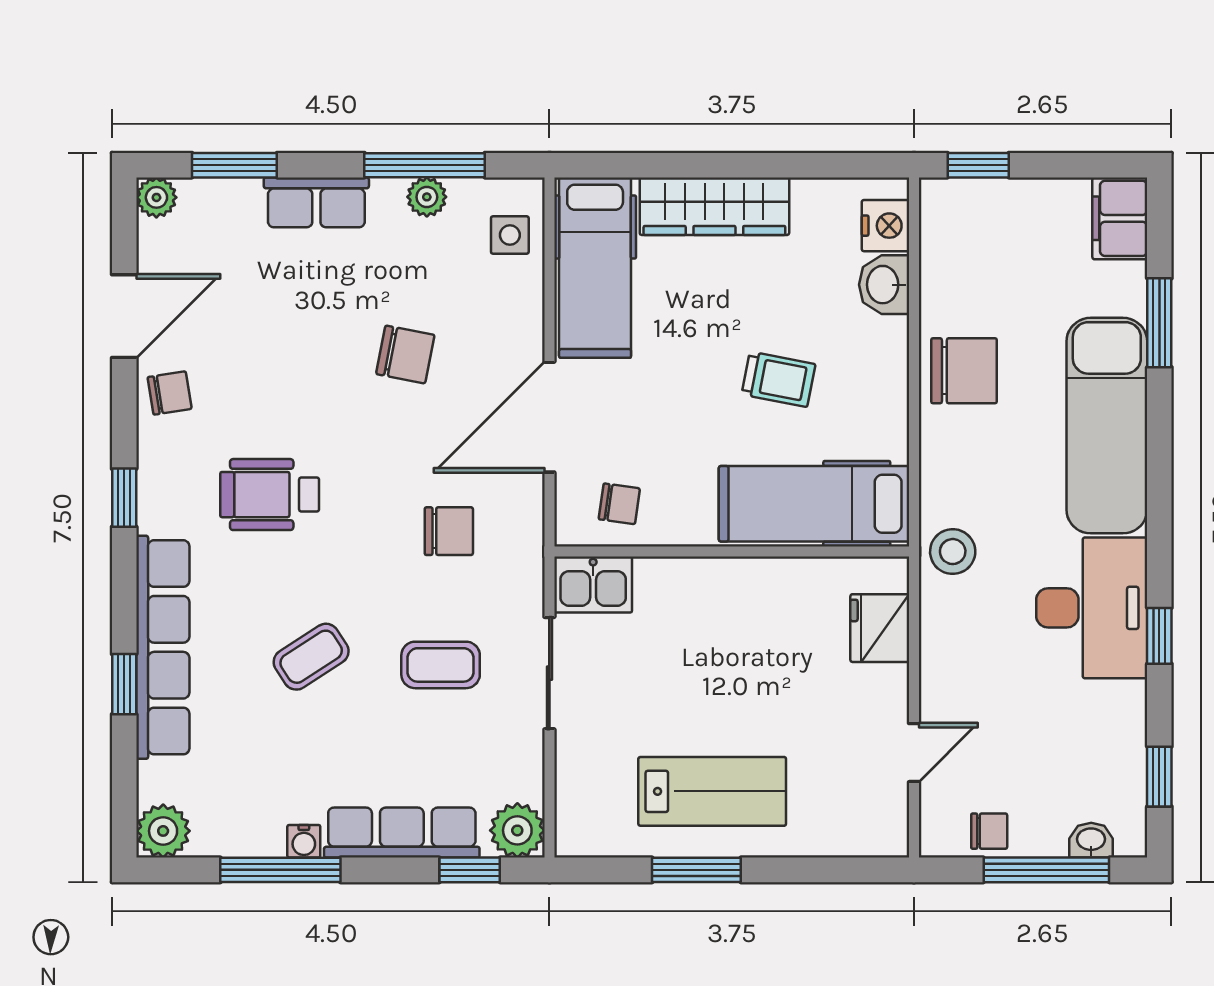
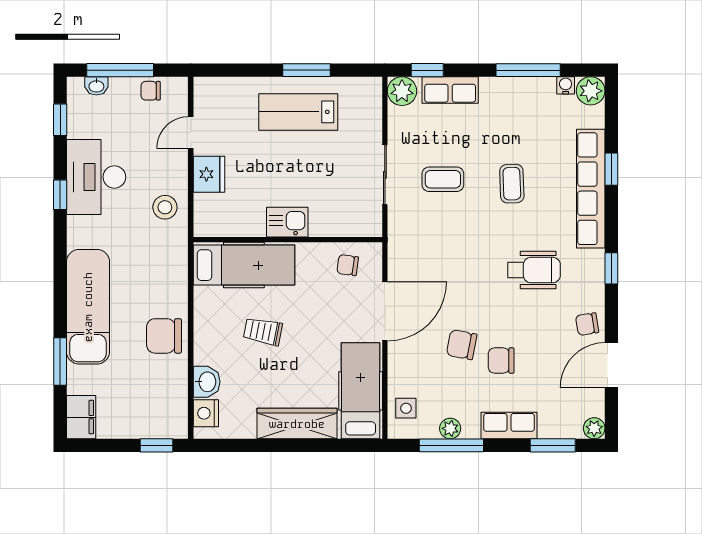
chair: (449, 531) -> (501, 360), moved
stool: (953, 552) -> (165, 207), moved
kitchen sink: (593, 585) -> (287, 222), moved
desk: (1092, 608) -> (96, 177), moved
fridge: (880, 628) -> (209, 174), moved
coffee table: (311, 657) -> (512, 184), turned -59
row of seats: (402, 833) -> (450, 90), width x0.68
water cooler: (304, 841) -> (566, 85), moved

